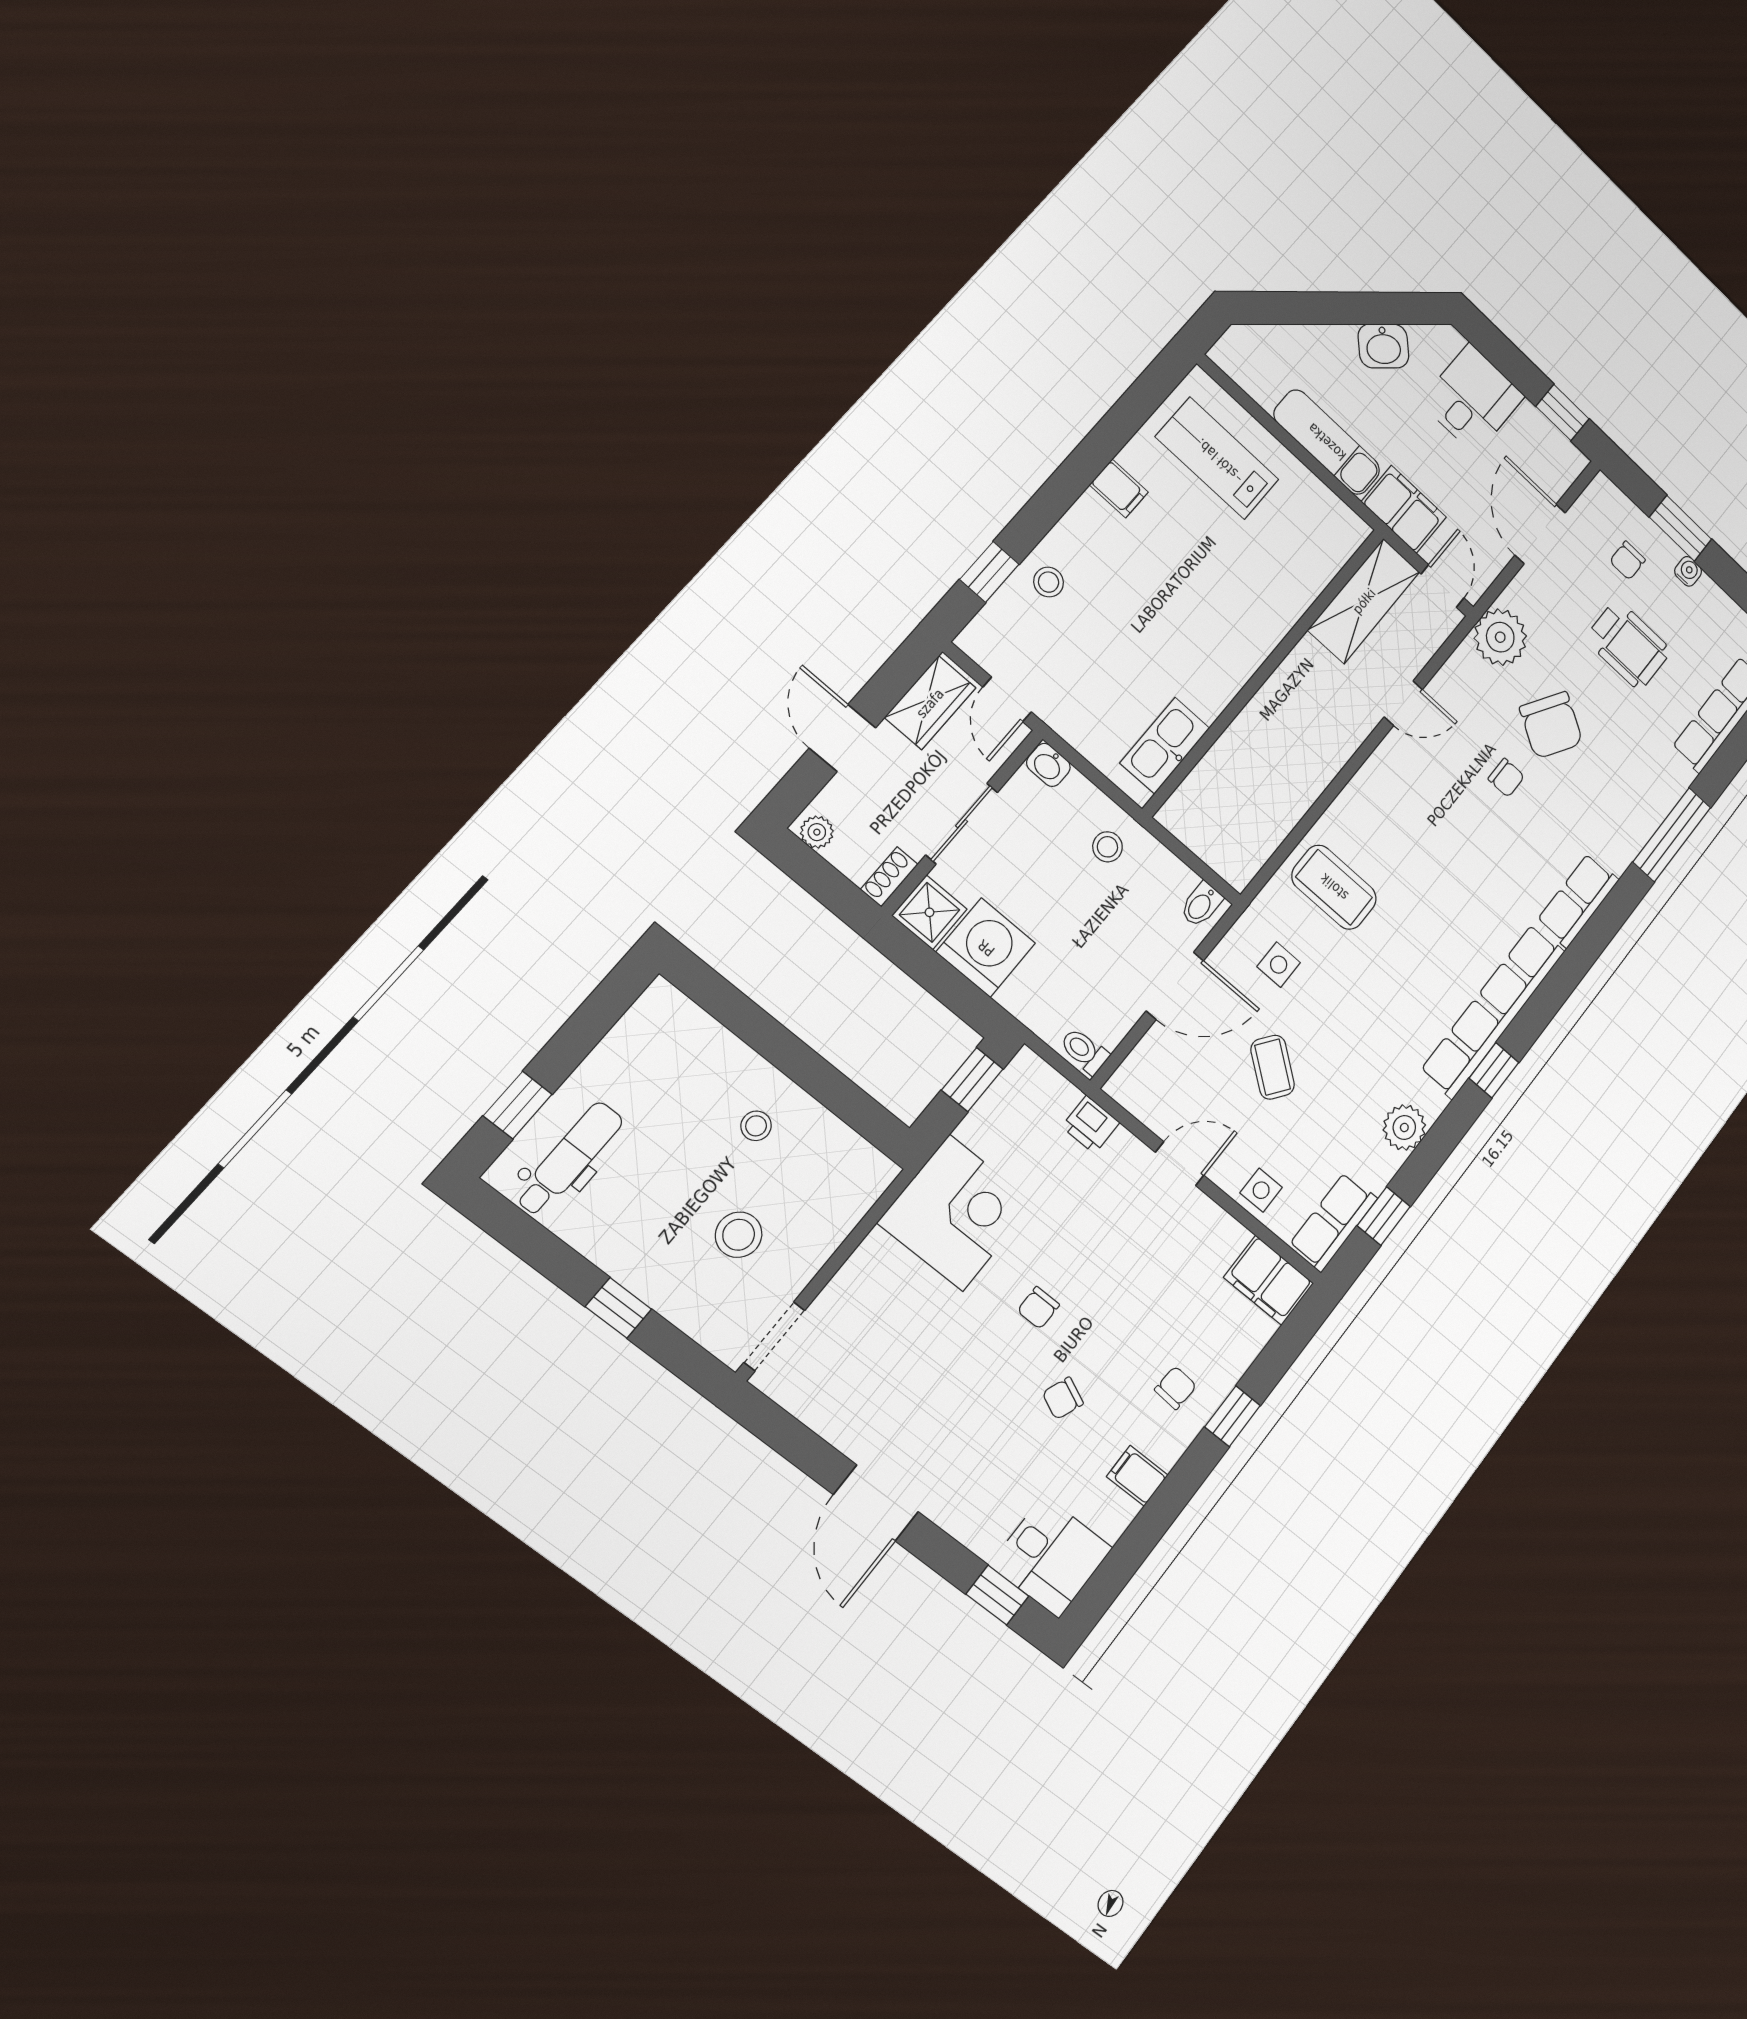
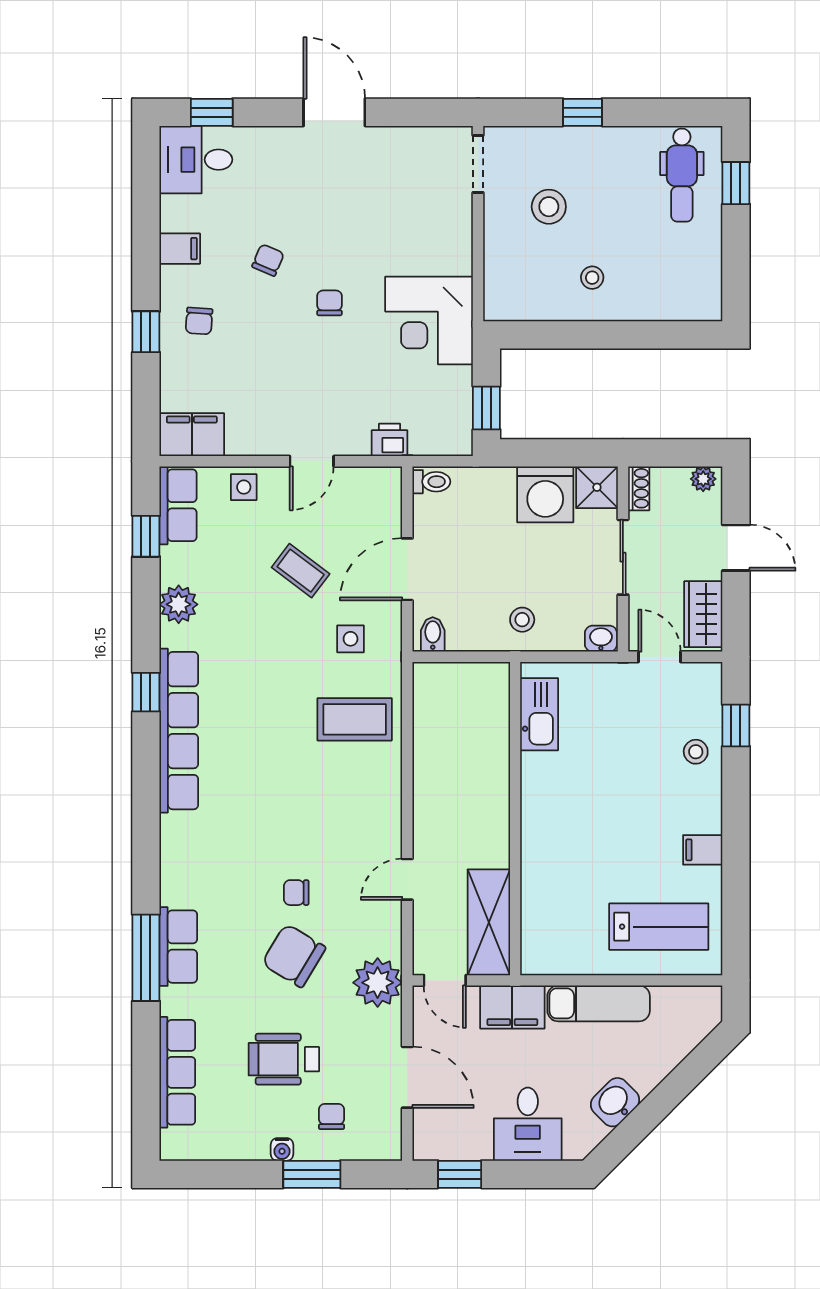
row of seats: (1578, 900) -> (178, 947), moved

